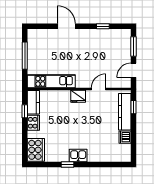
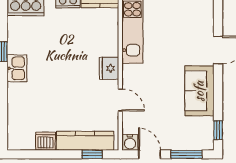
window: (103, 26) -> (218, 130), moved
sofa: (93, 38) -> (199, 91), added
water cooler: (126, 83) -> (130, 142), added

